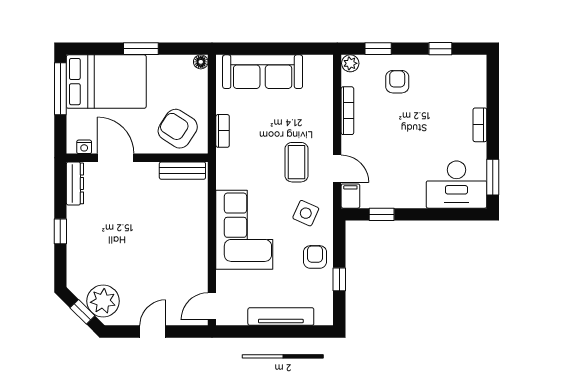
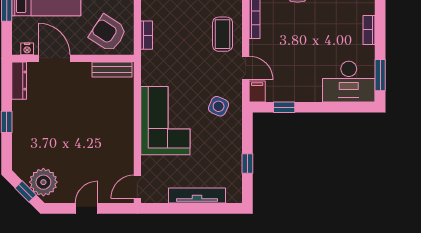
coffee table: (296, 162) -> (223, 34), moved
armchair: (315, 257) -> (227, 144), removed

